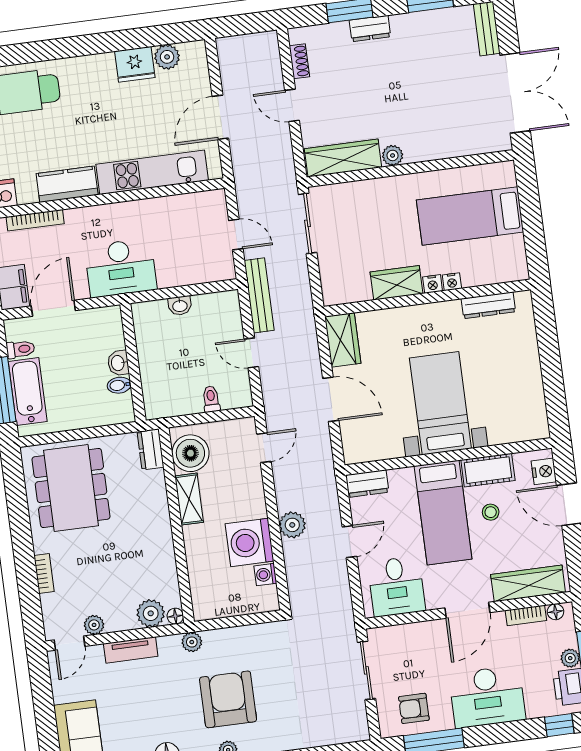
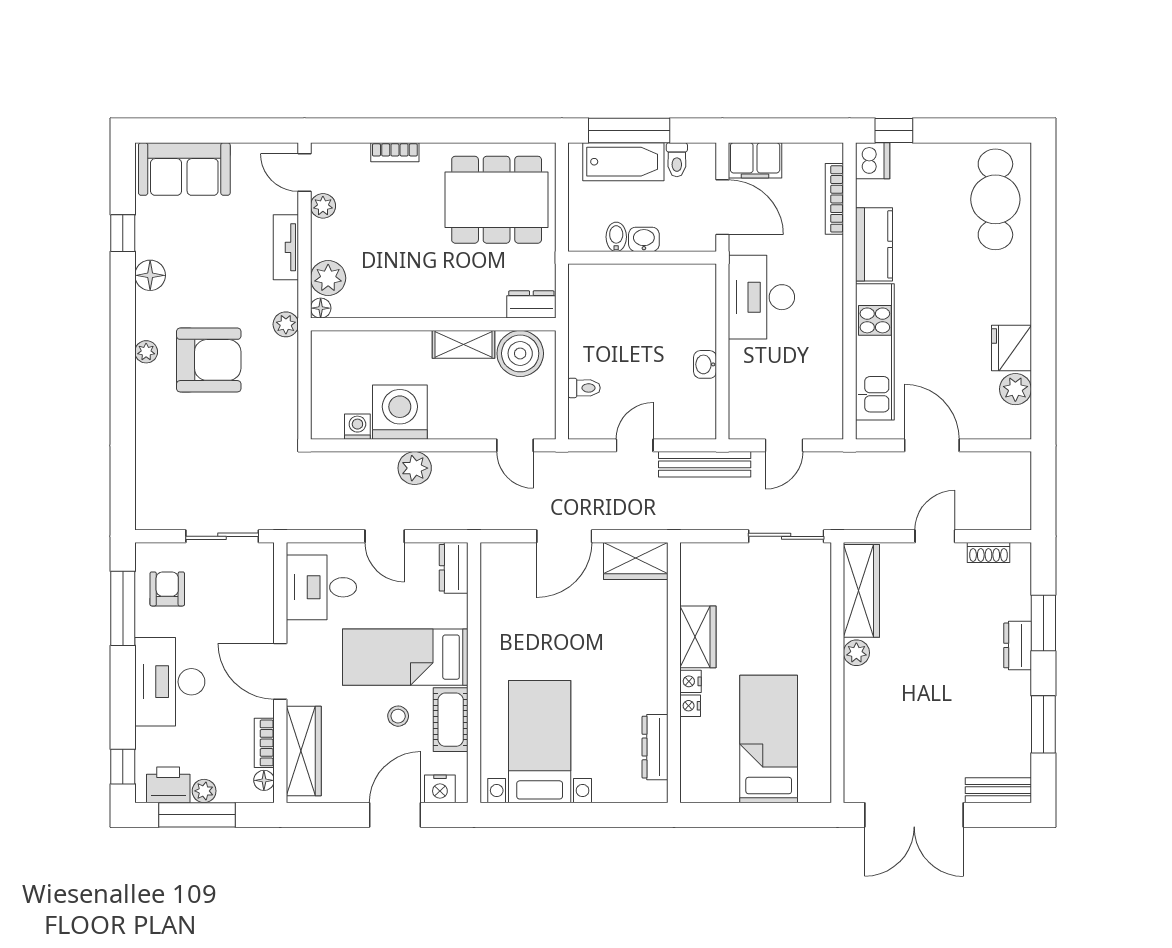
wall: (133, 362) -> (642, 258), moved
washbasin: (118, 363) -> (644, 239), moved
bidet: (119, 385) -> (616, 237), moved
bed with nightstands: (440, 403) -> (540, 742), moved, turned -90

